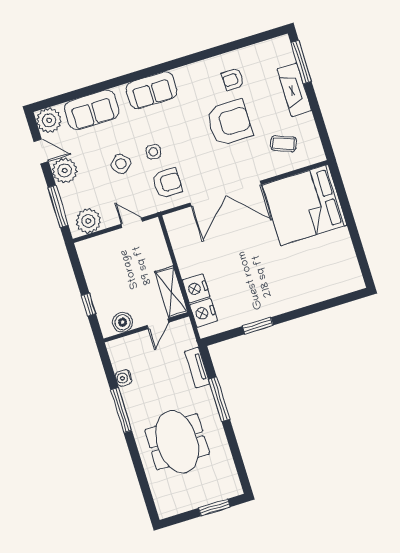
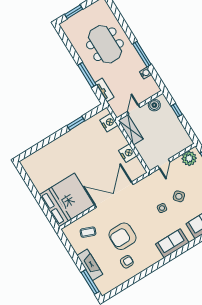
armchair: (167, 183) -> (149, 192), removed
door: (132, 223) -> (164, 164), hinge flipped
nightstand: (196, 288) -> (128, 153), moved

